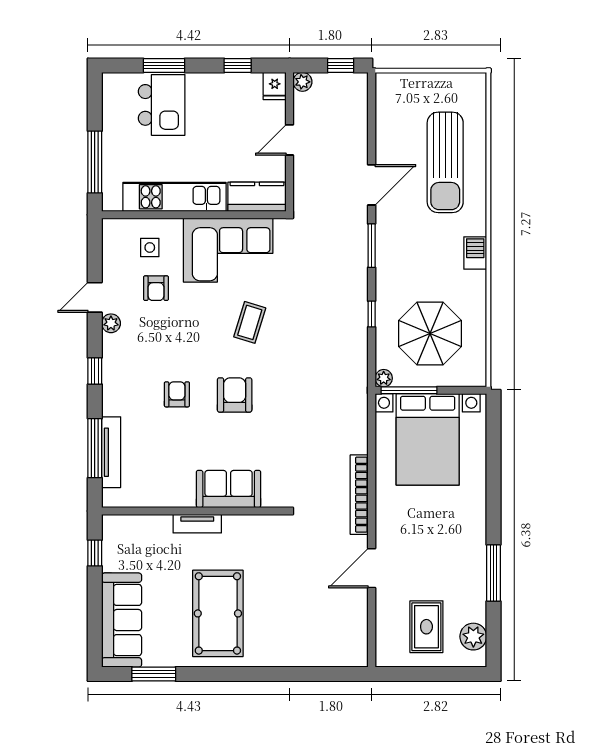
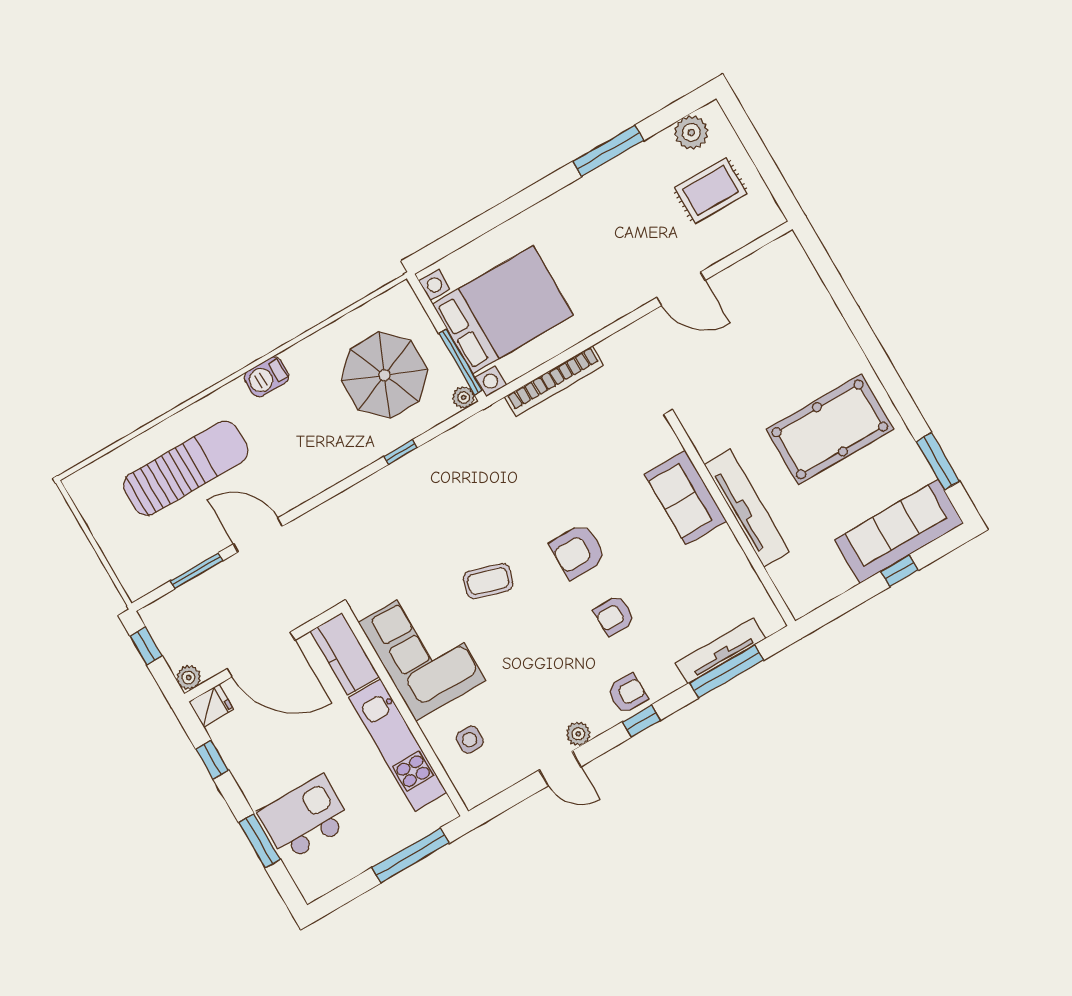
door: (290, 140) -> (261, 654), width x1.87
window: (372, 246) -> (197, 571), moved
armchair: (156, 288) -> (627, 694), moved
bookcase: (359, 495) -> (554, 381), moved
tv unit: (197, 524) -> (747, 508), width x1.92, depth x1.29
window: (95, 553) -> (899, 571), moved

